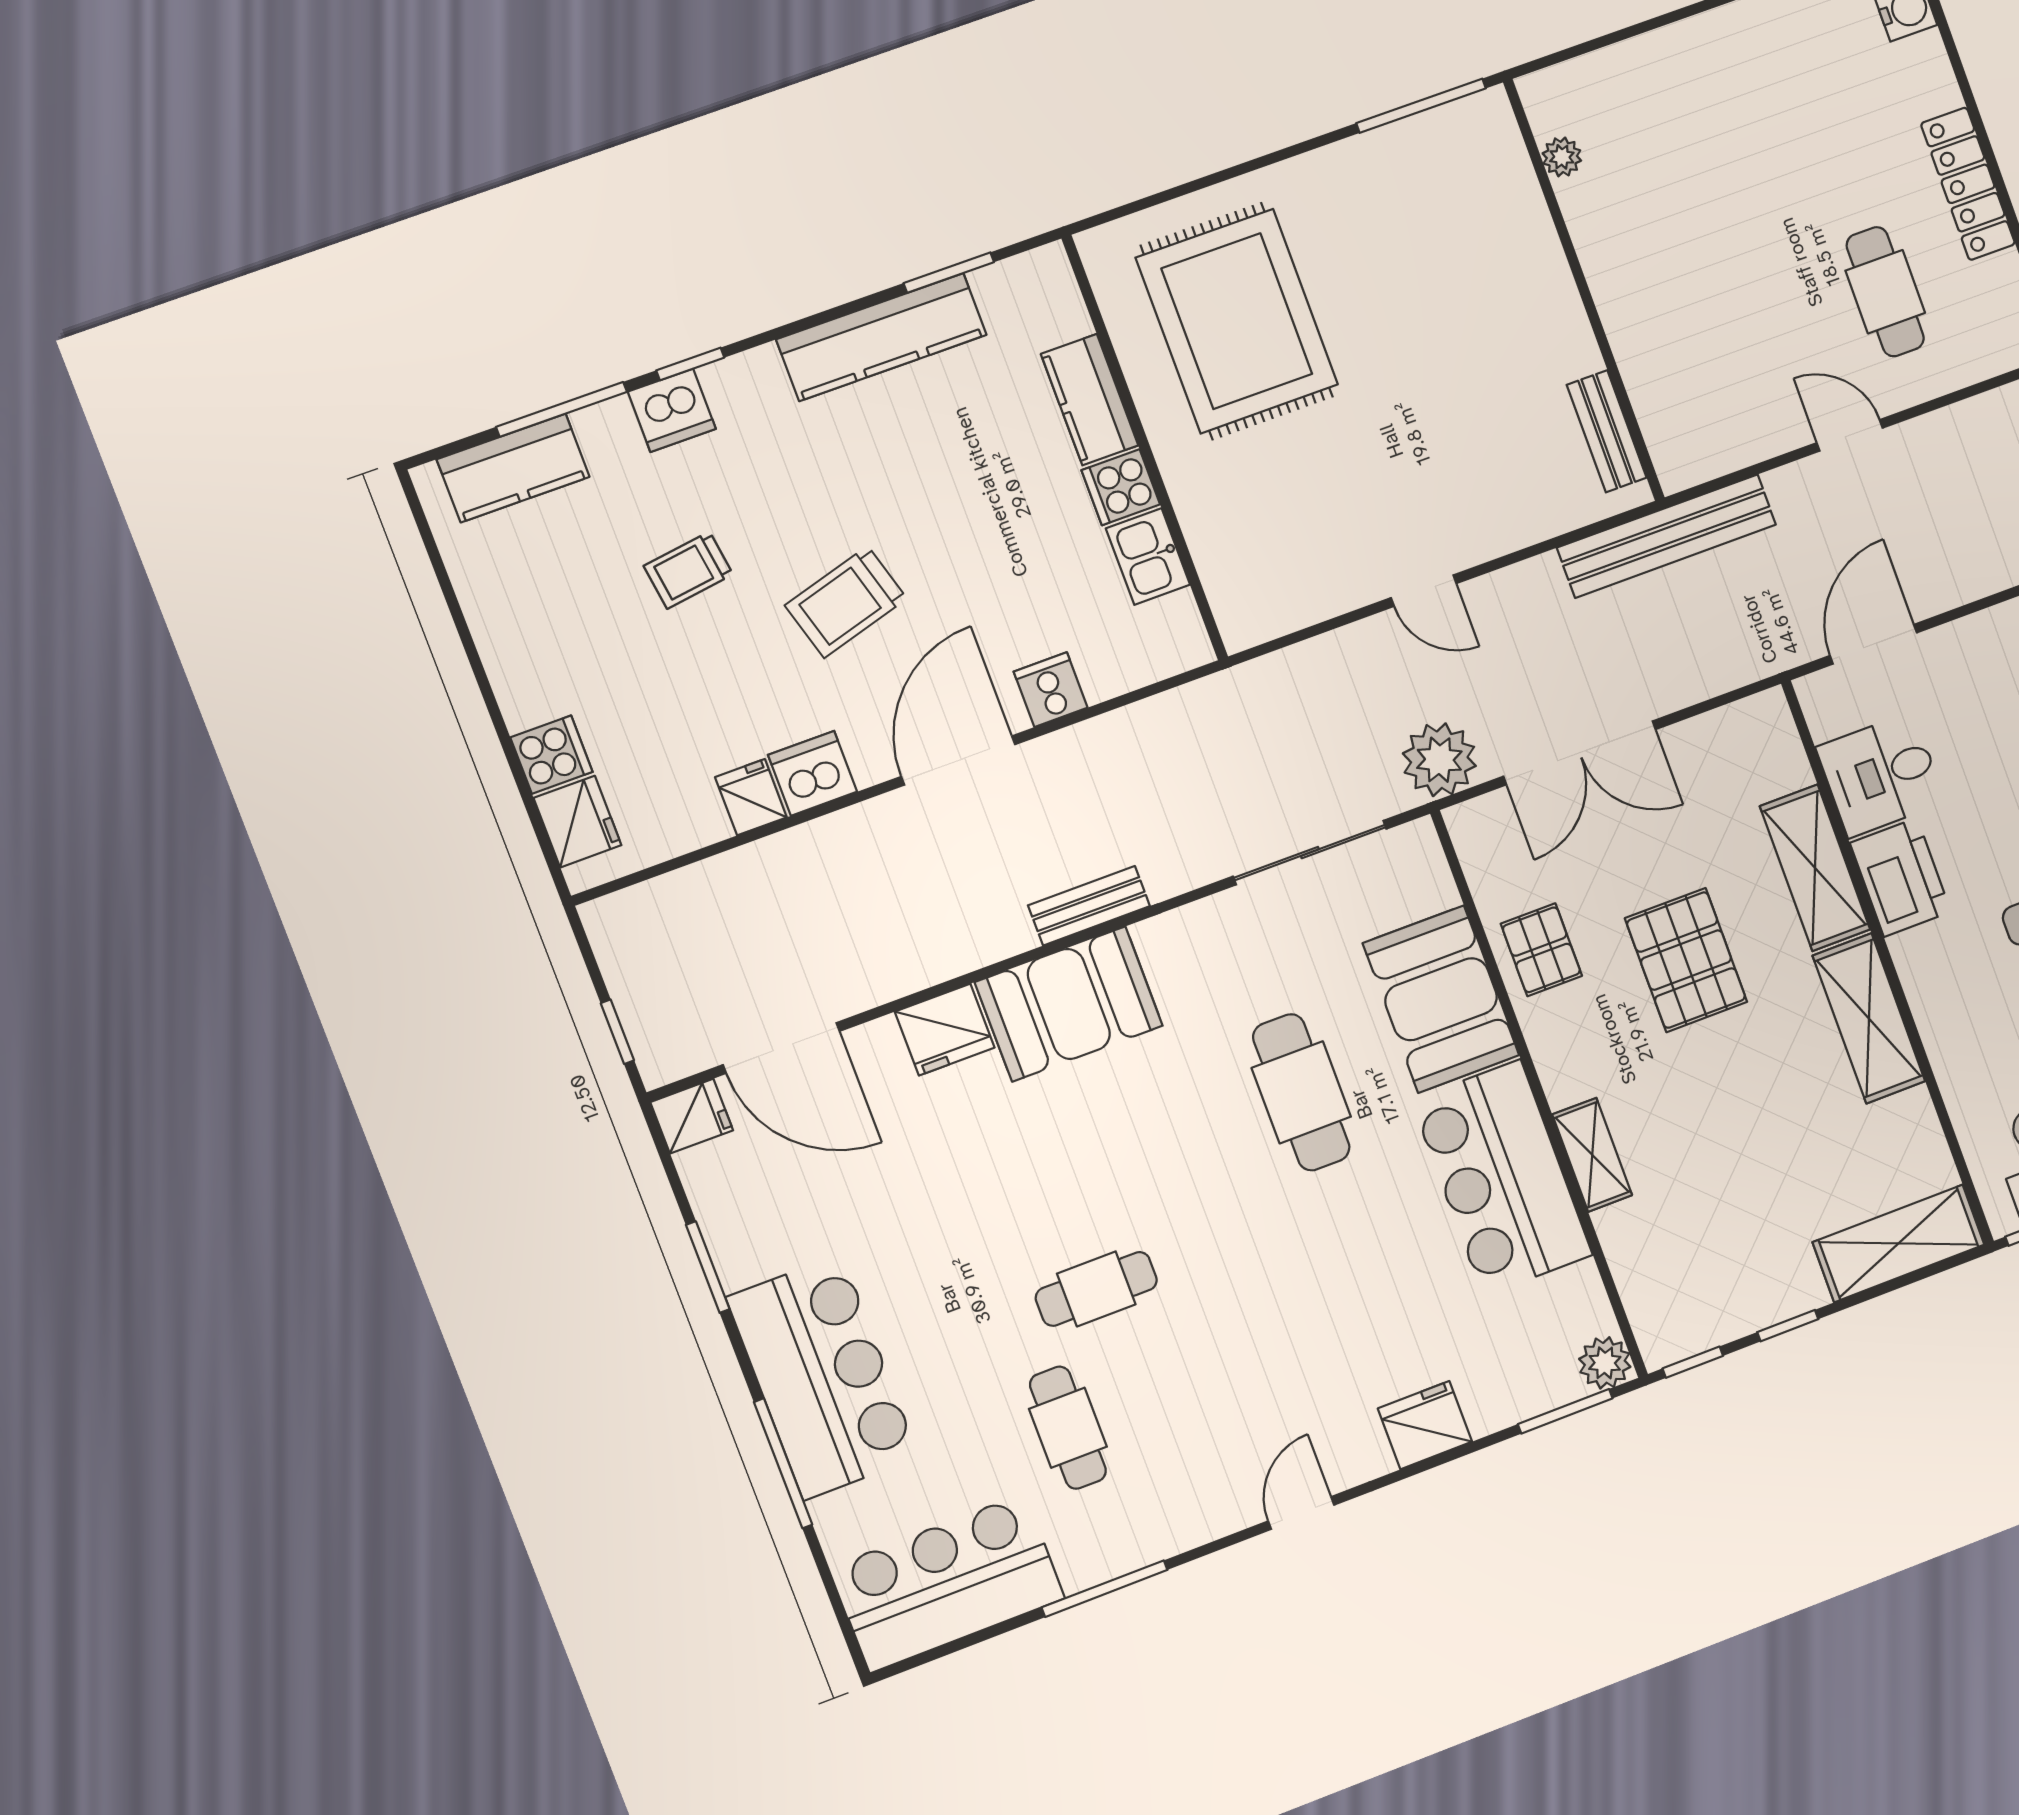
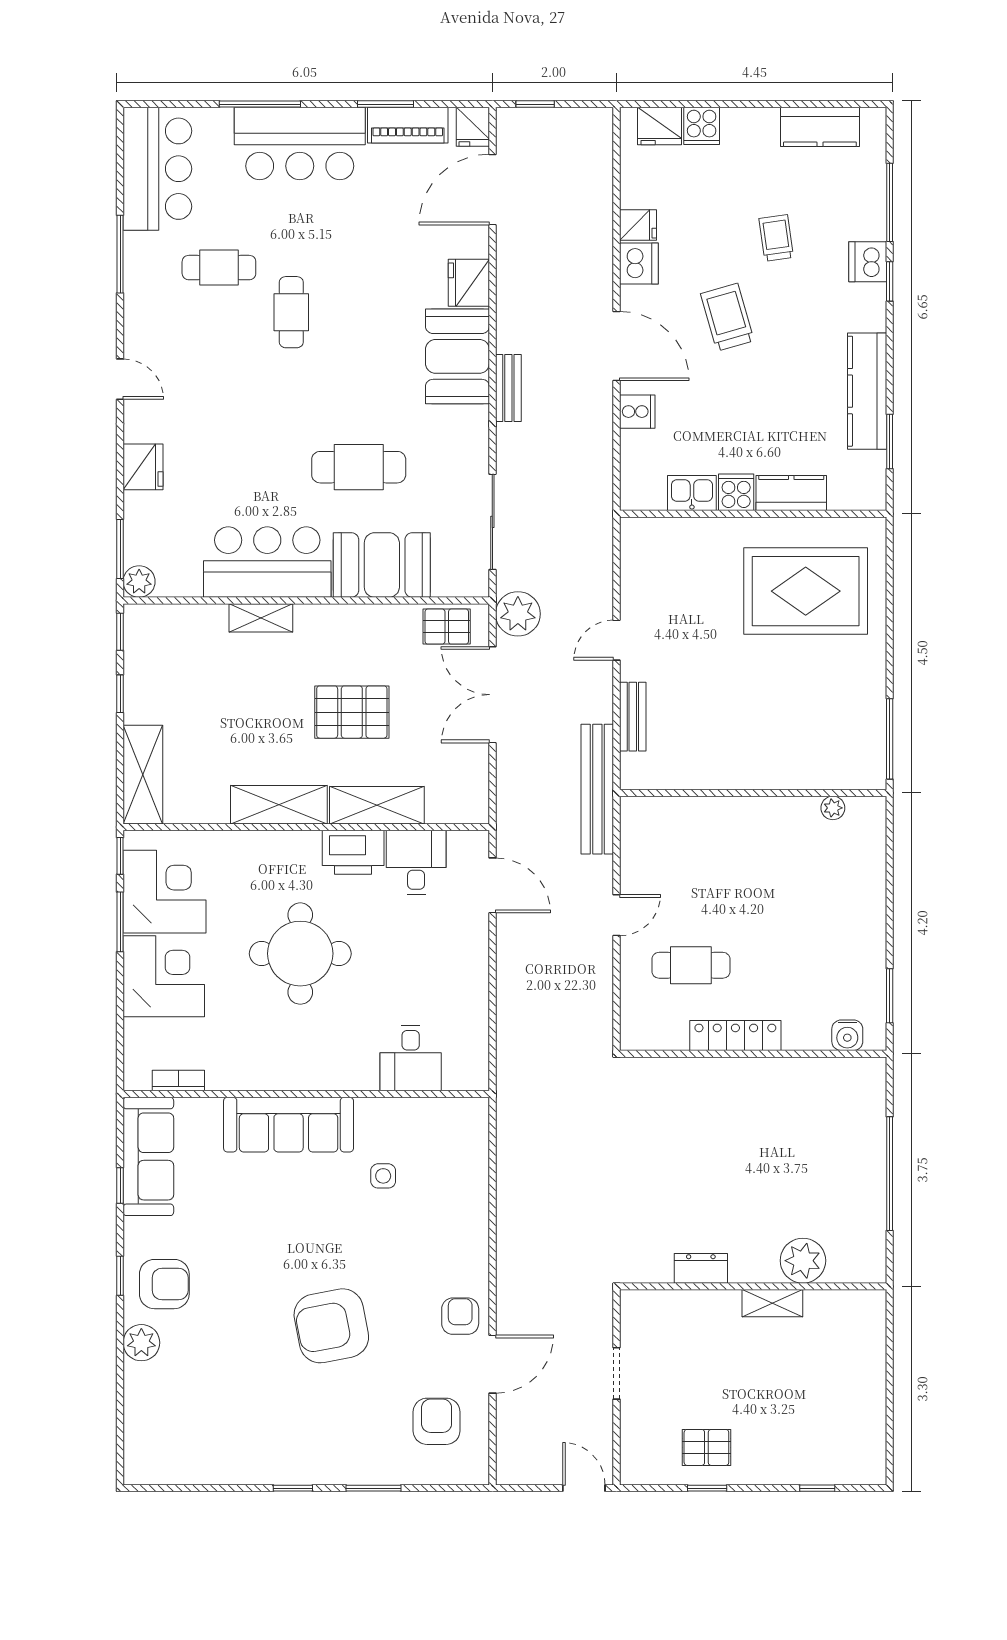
bench: (1607, 431) -> (633, 717), moved, turned 90
kitchen counter: (513, 468) -> (820, 127), moved, turned -90
pallet: (1541, 950) -> (447, 627), moved
piano: (728, 1220) -> (408, 125), added

